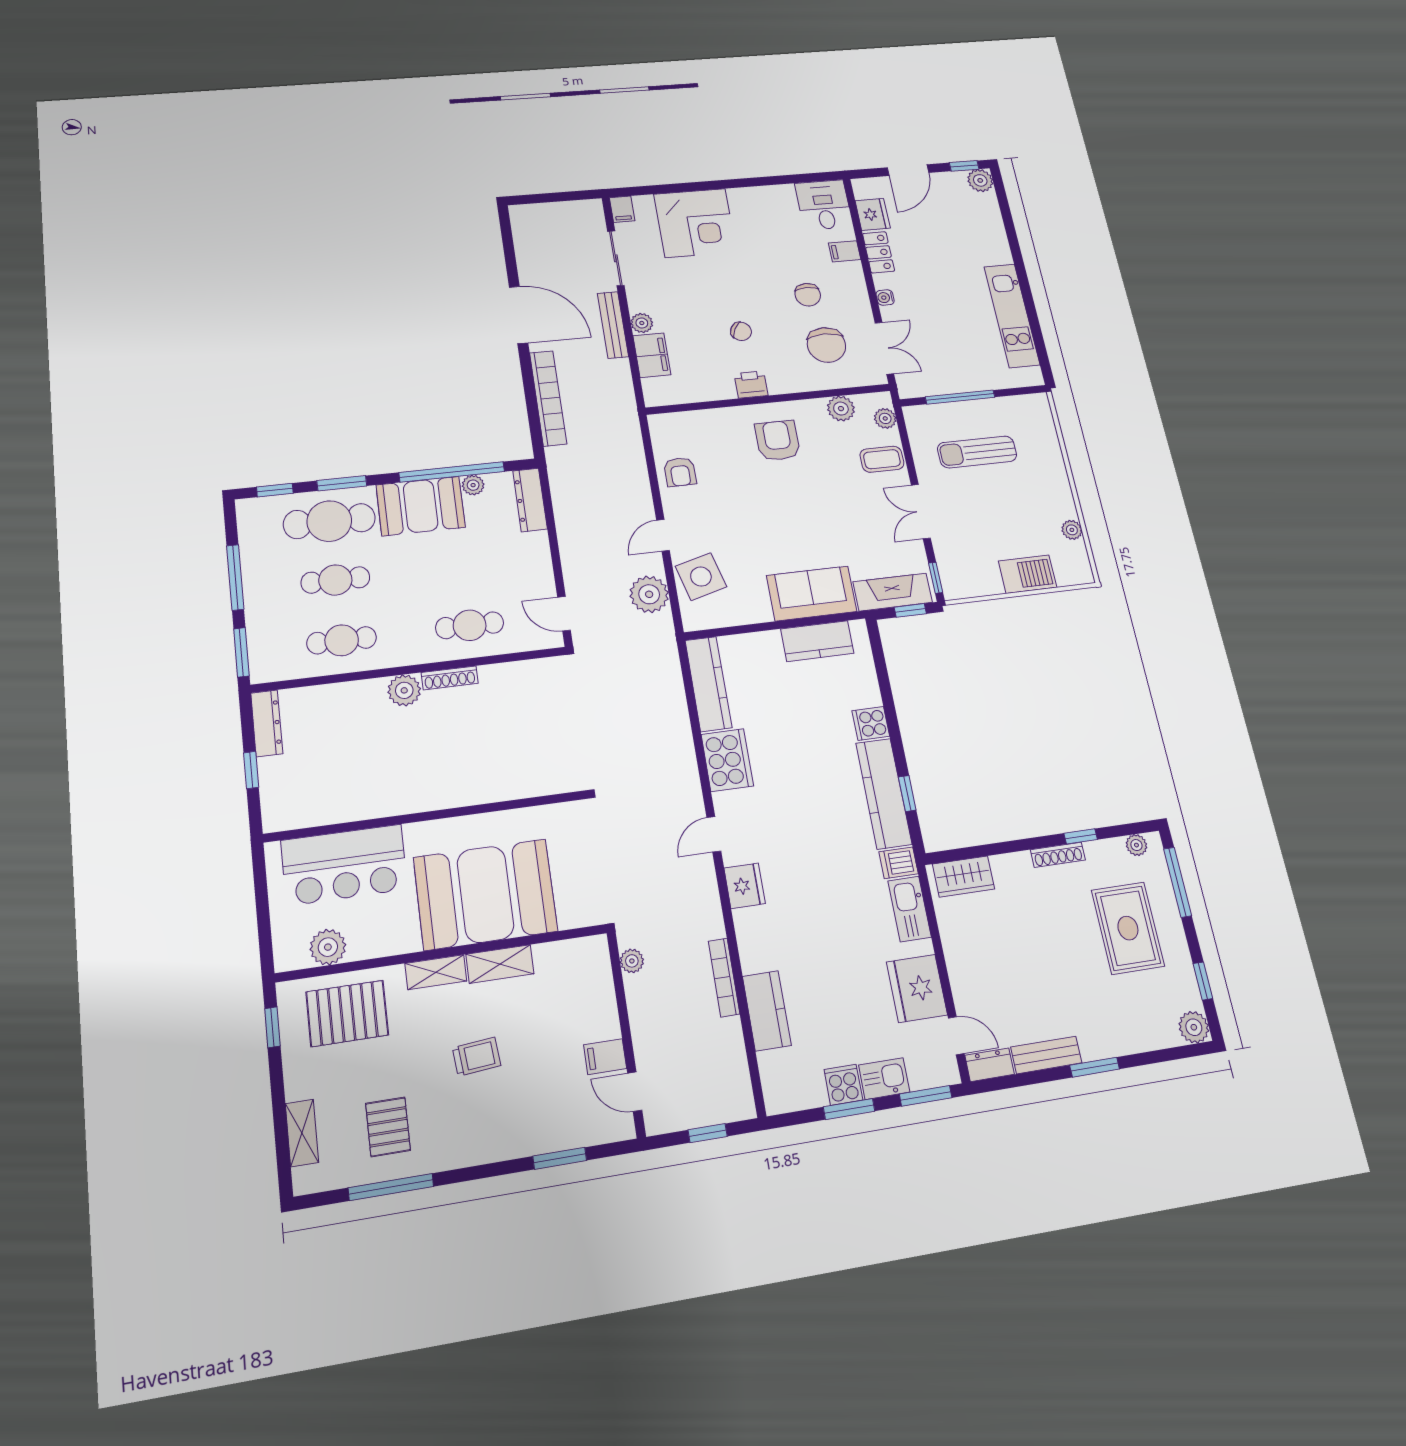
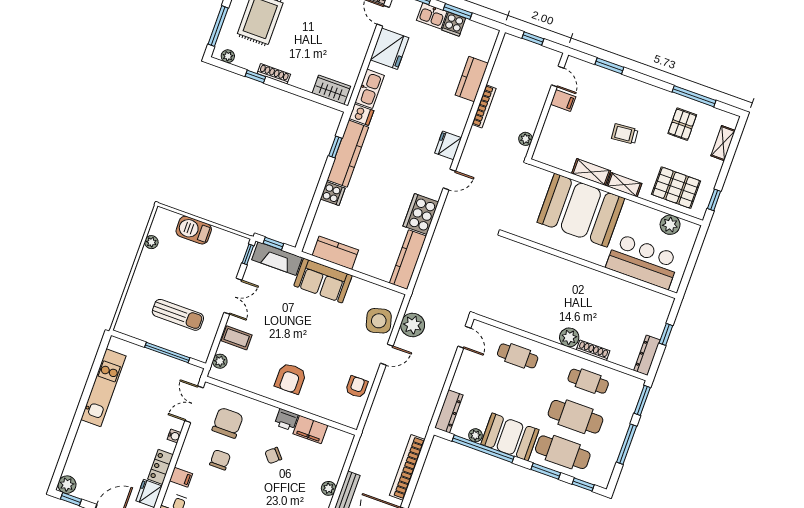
chair: (741, 331) -> (273, 455), turned -69
filing cabinet: (652, 355) -> (310, 430), moved, turned -90
plant: (841, 409) -> (242, 380), removed
cafe table: (335, 580) -> (575, 417), width x1.37, depth x1.35
shoe rack: (450, 678) -> (593, 350), moved

